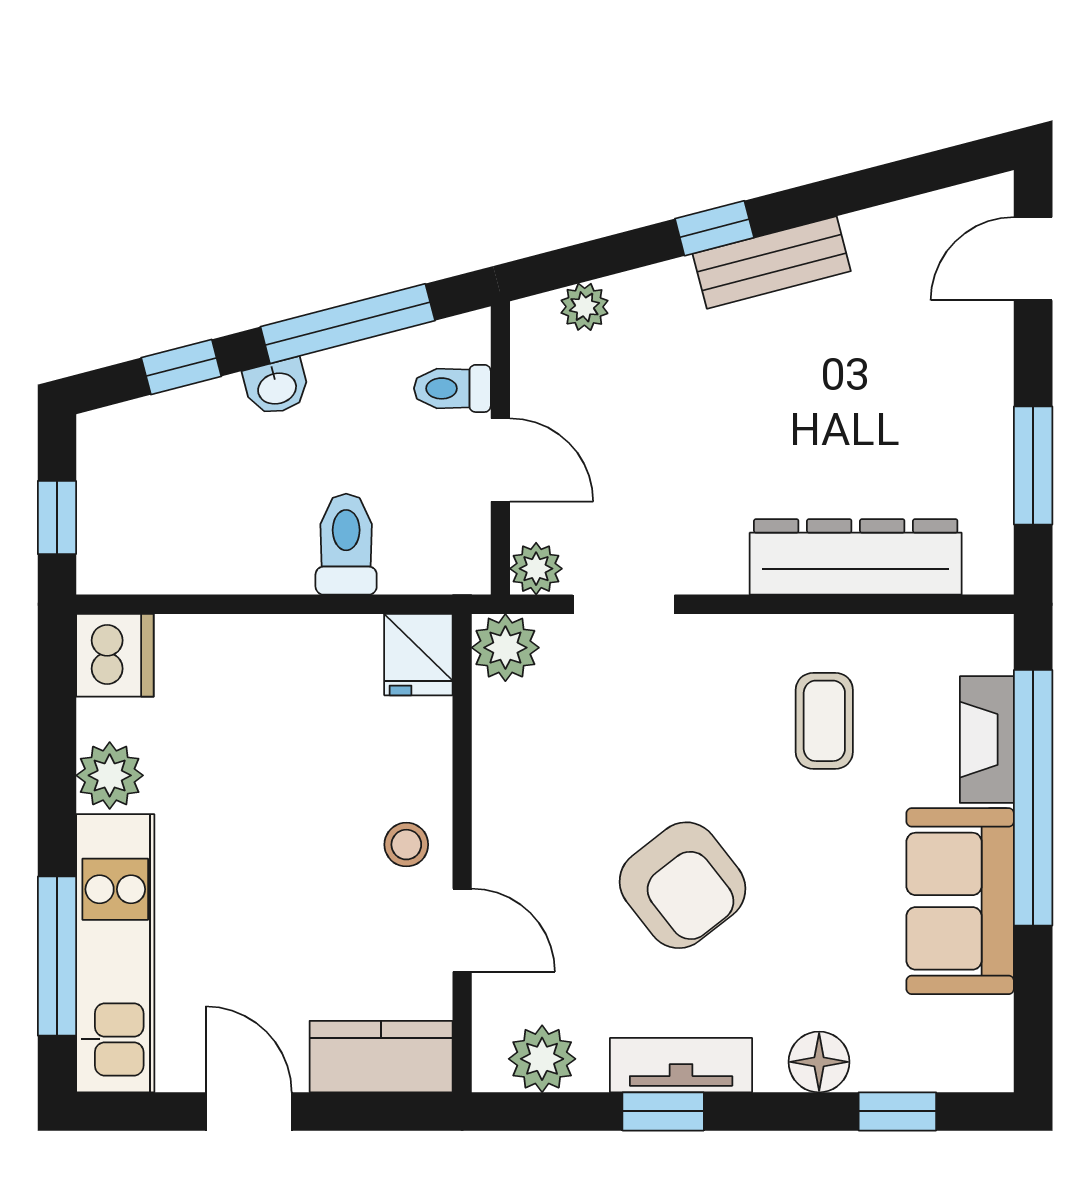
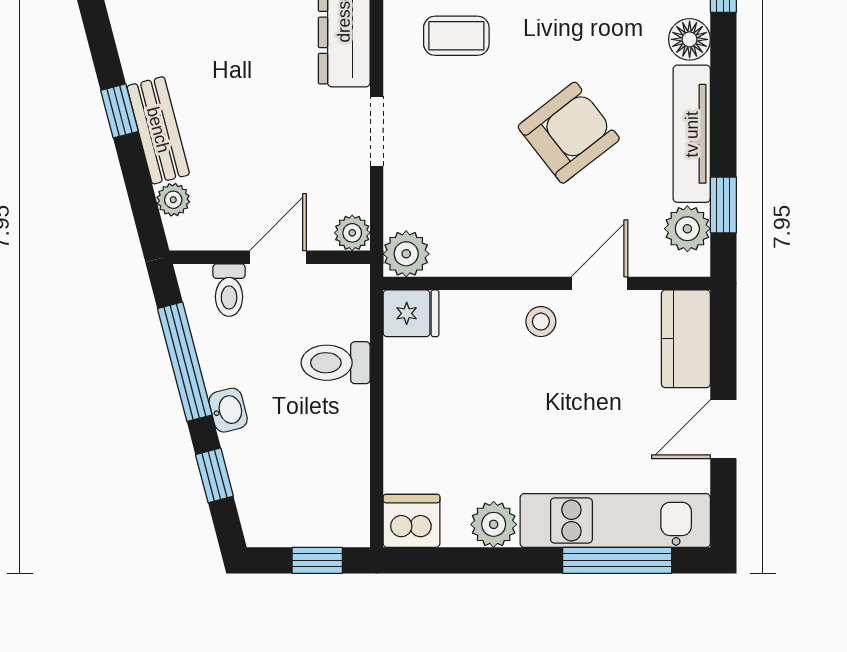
bench: (772, 262) -> (158, 130), moved
doorway: (624, 604) -> (377, 131), moved
tv unit: (681, 1065) -> (692, 134), width x1.41
window: (663, 1111) -> (723, 205), moved

